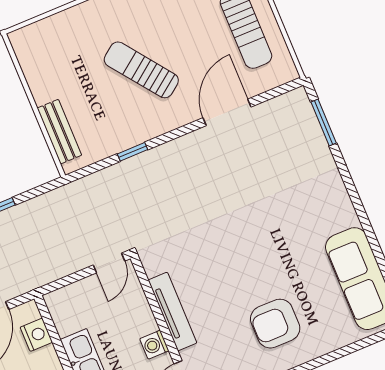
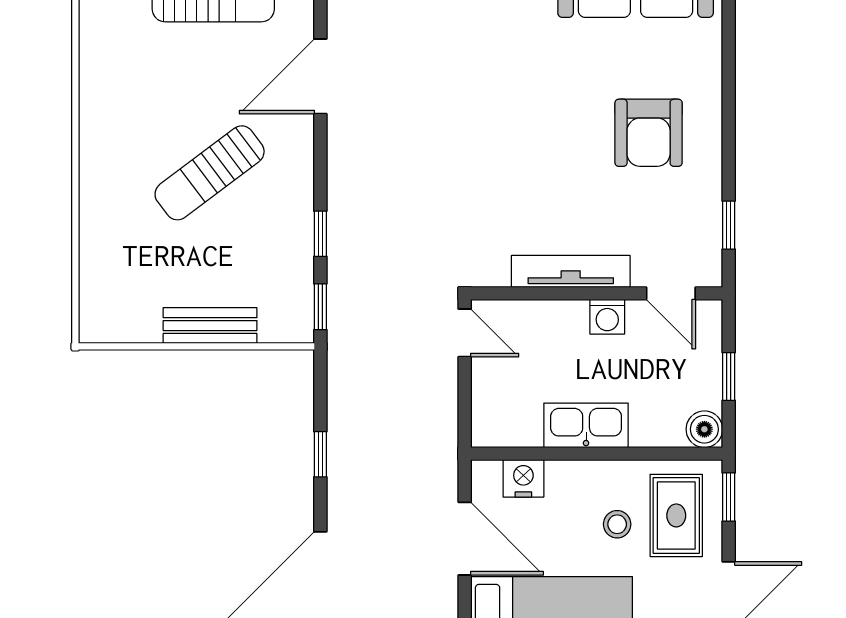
door: (227, 112) -> (320, 76), hinge flipped
bench: (59, 132) -> (210, 326), moved
window: (89, 170) -> (320, 307), added

